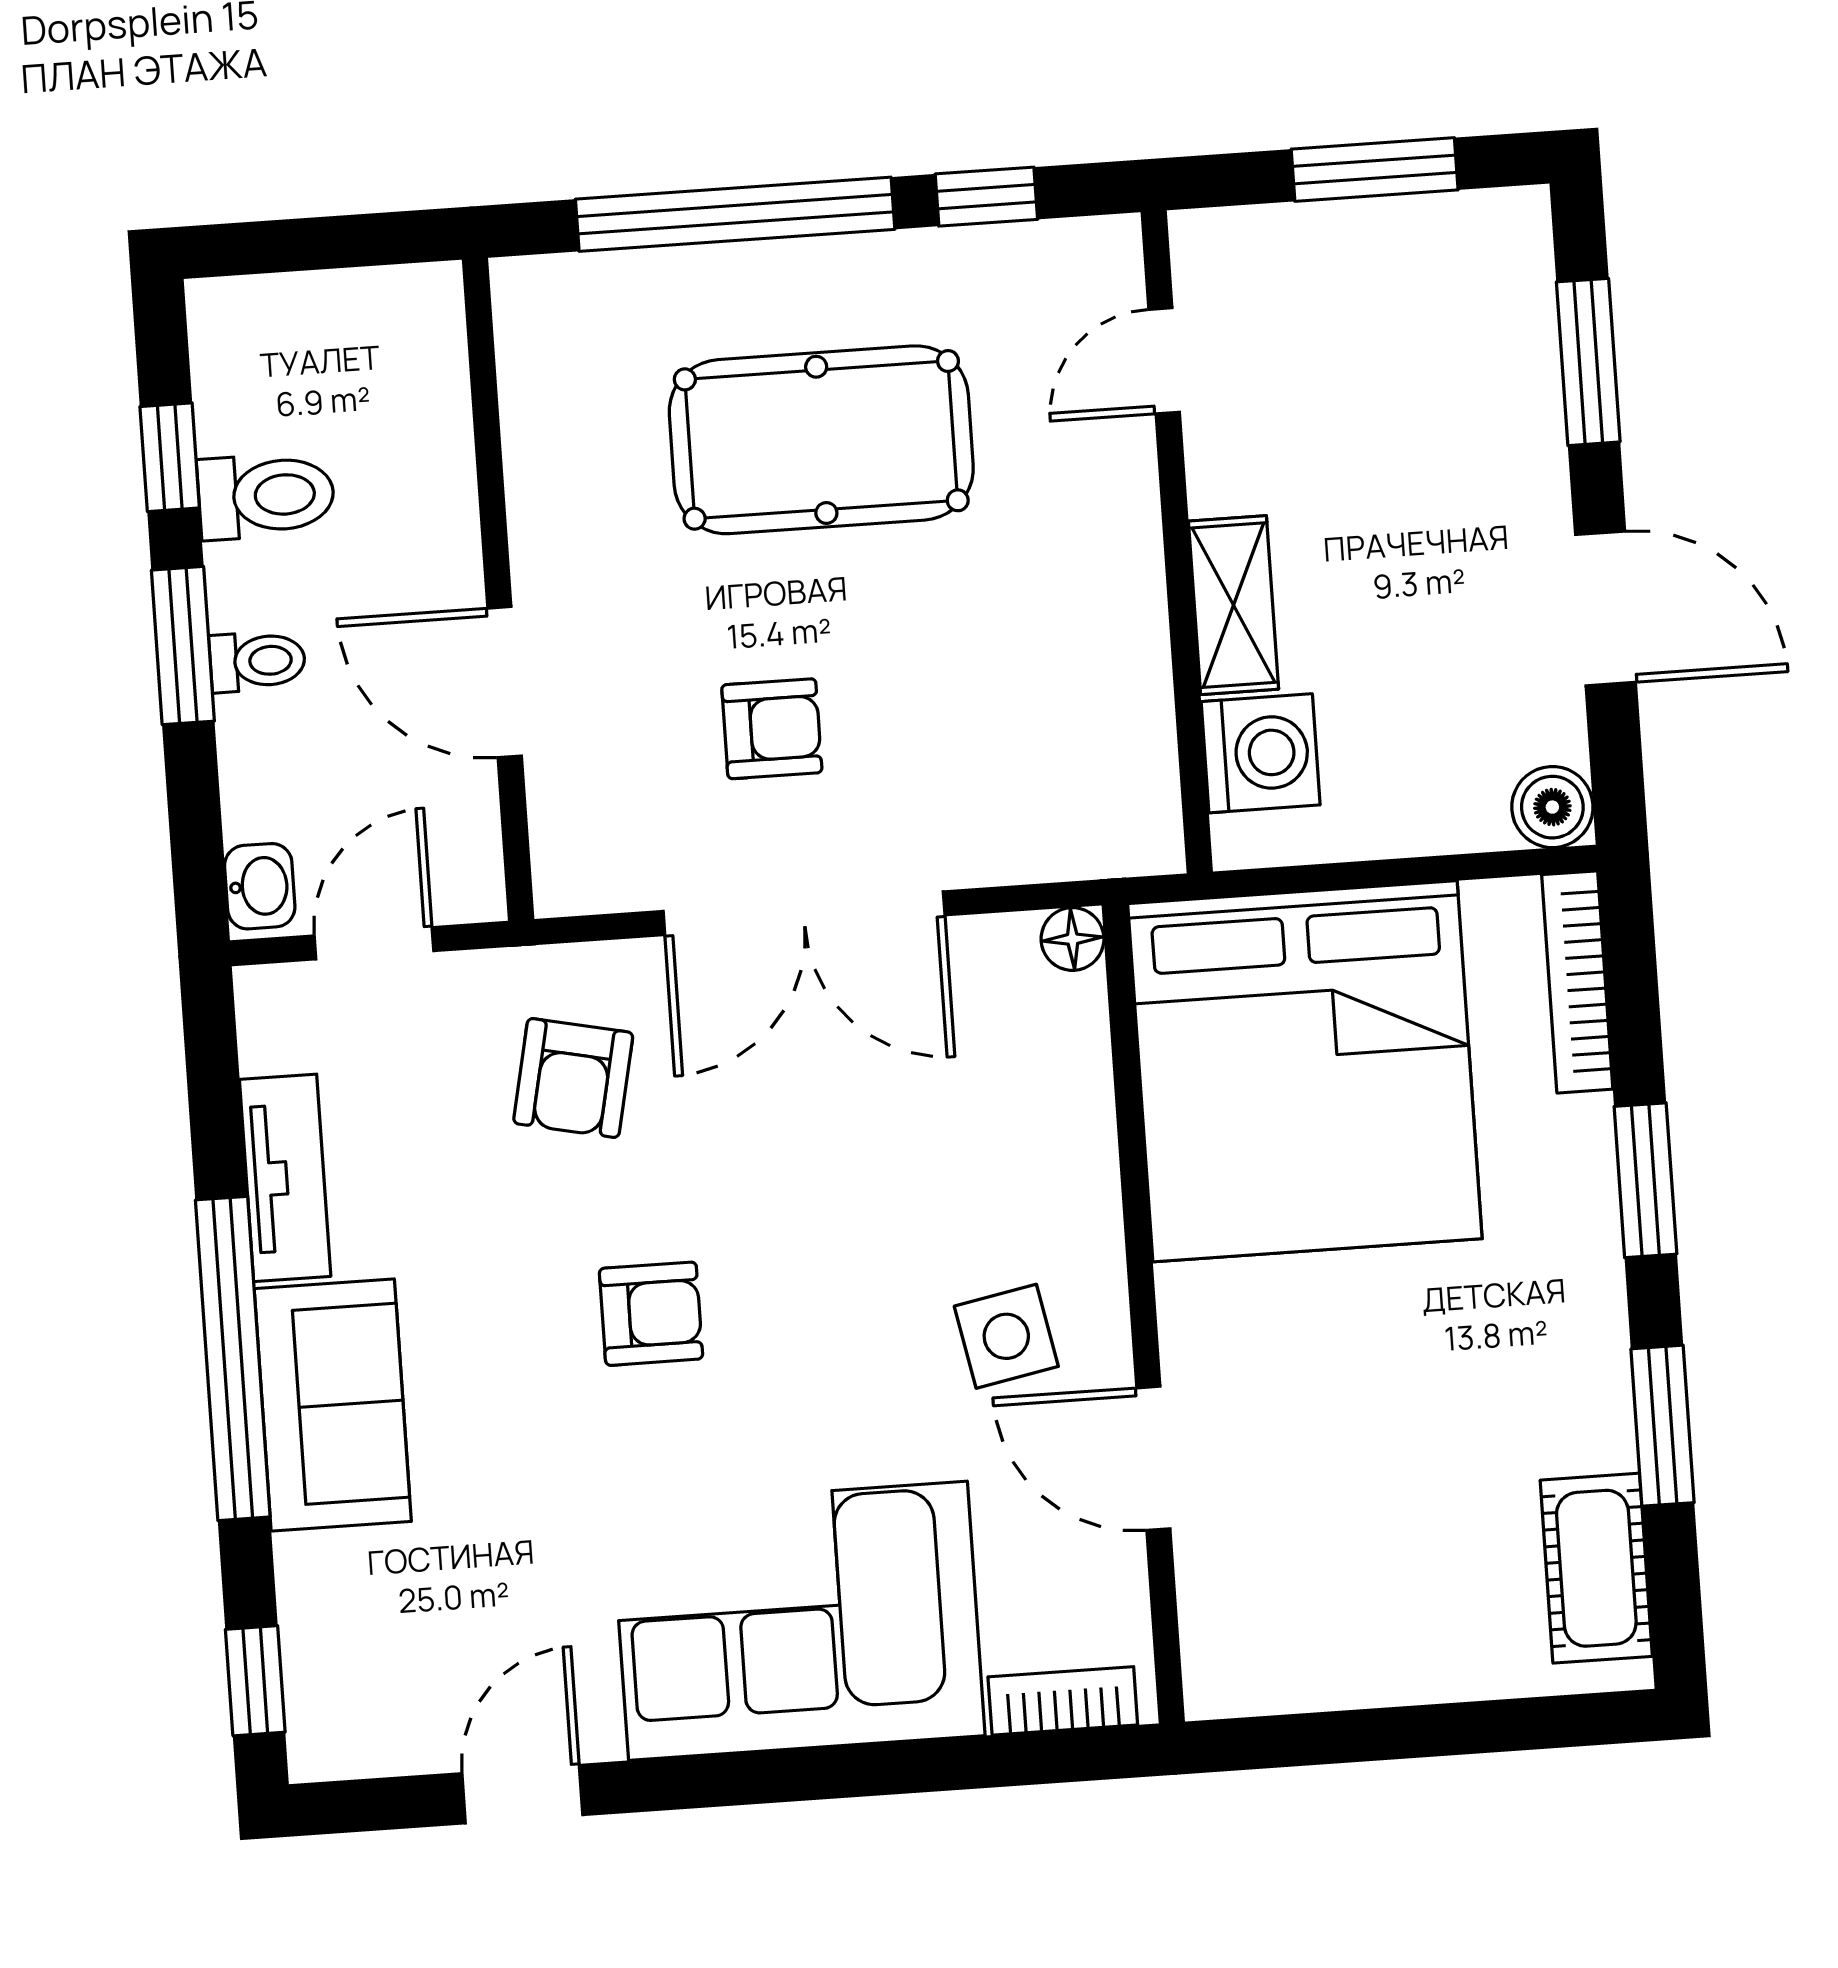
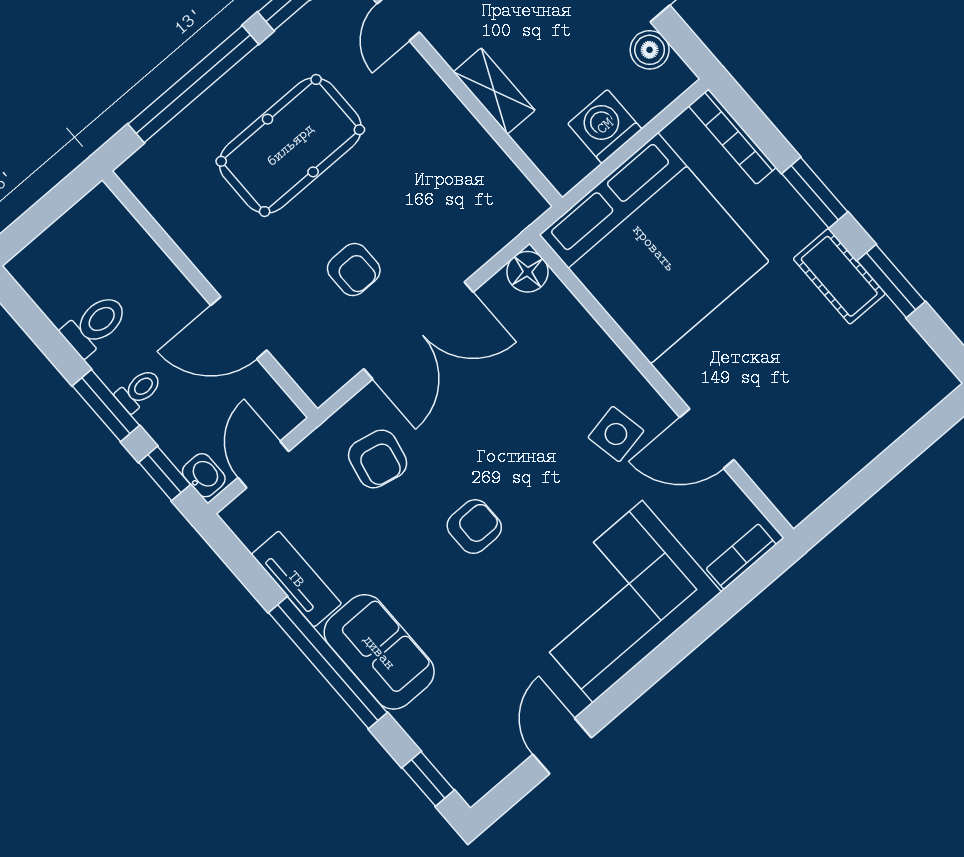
window: (170, 457) -> (165, 473), moved
armchair: (772, 729) -> (354, 270), turned 90
washing machine: (1261, 753) -> (605, 126), moved, turned -90
boiler: (1552, 807) -> (650, 50), moved
floor lamp: (1073, 939) -> (527, 272), width x1.37, depth x1.37
cot: (1596, 1568) -> (839, 276), moved

